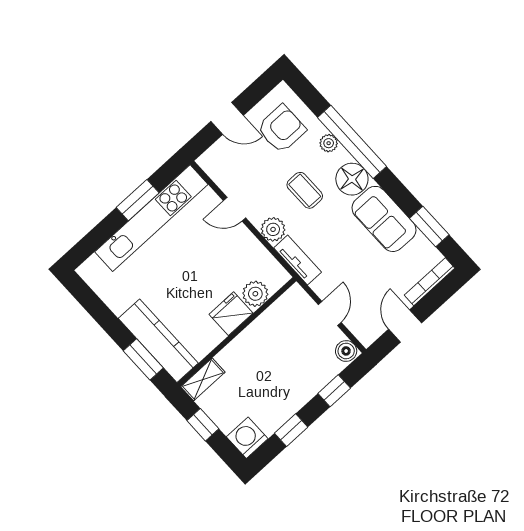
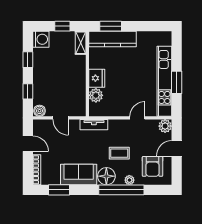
plant: (273, 229) -> (165, 126), moved

